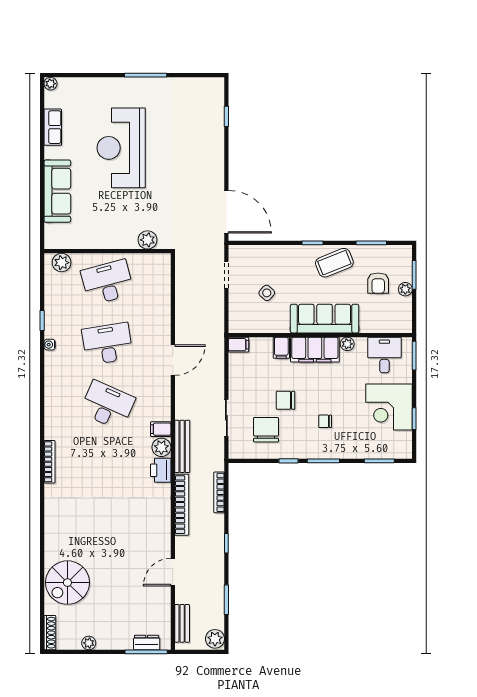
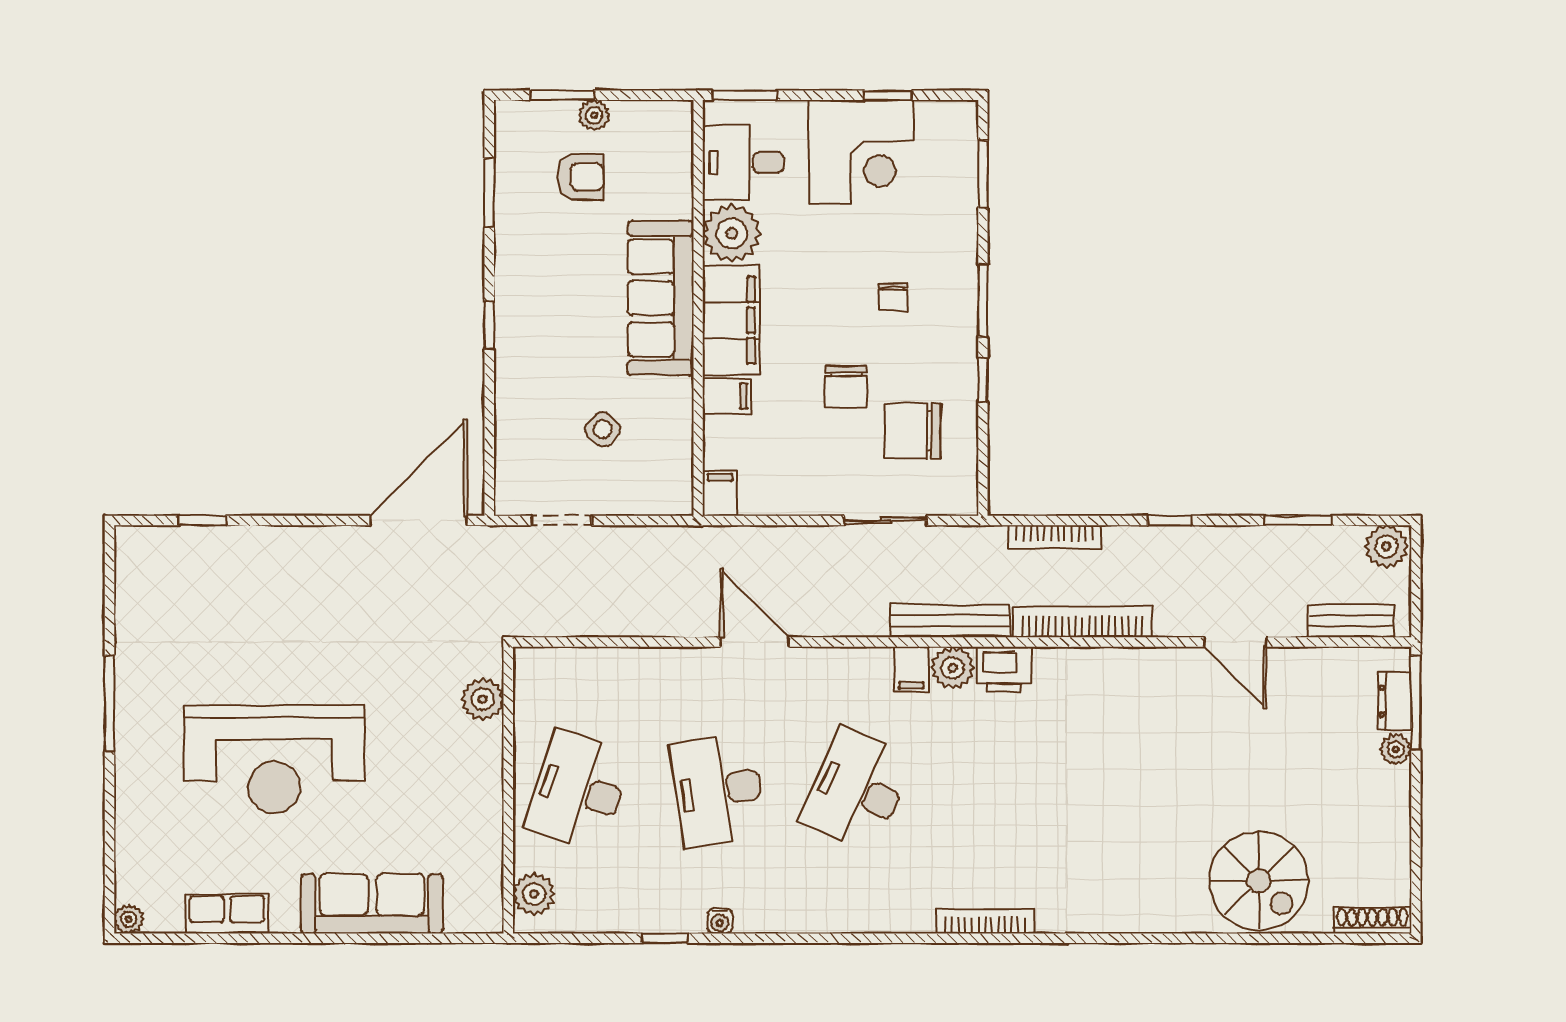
coffee table: (334, 263) -> (534, 276), removed
desk: (107, 282) -> (579, 790), turned 33
plant: (347, 344) -> (732, 233), width x1.87, depth x1.87
plant: (89, 643) -> (1396, 749), moved

